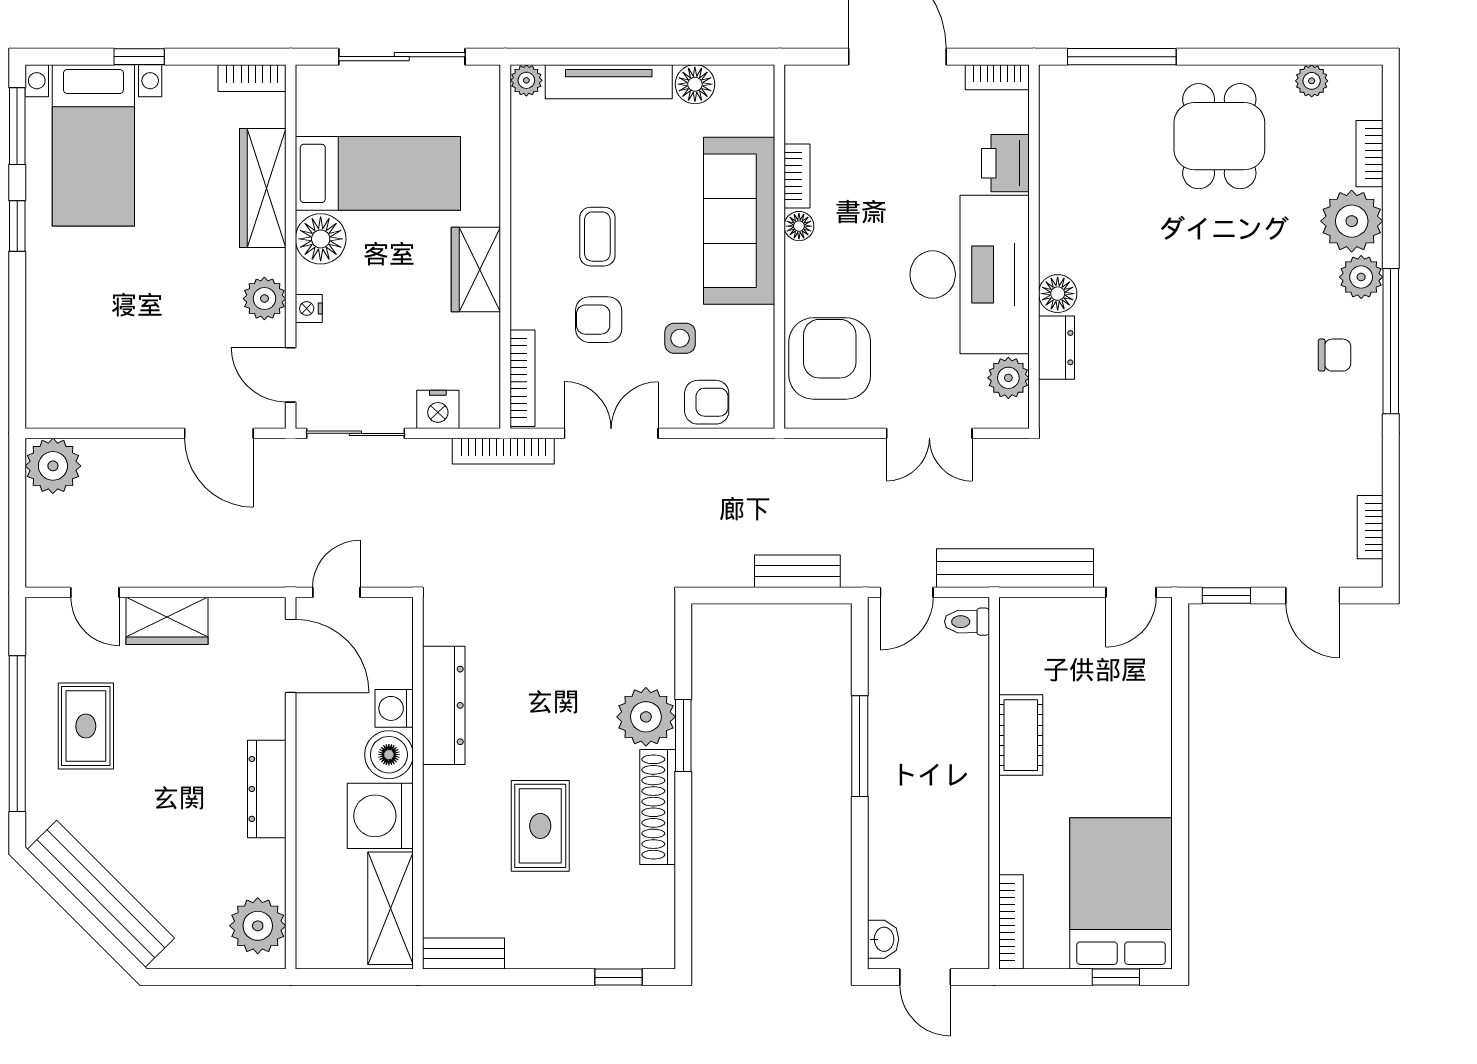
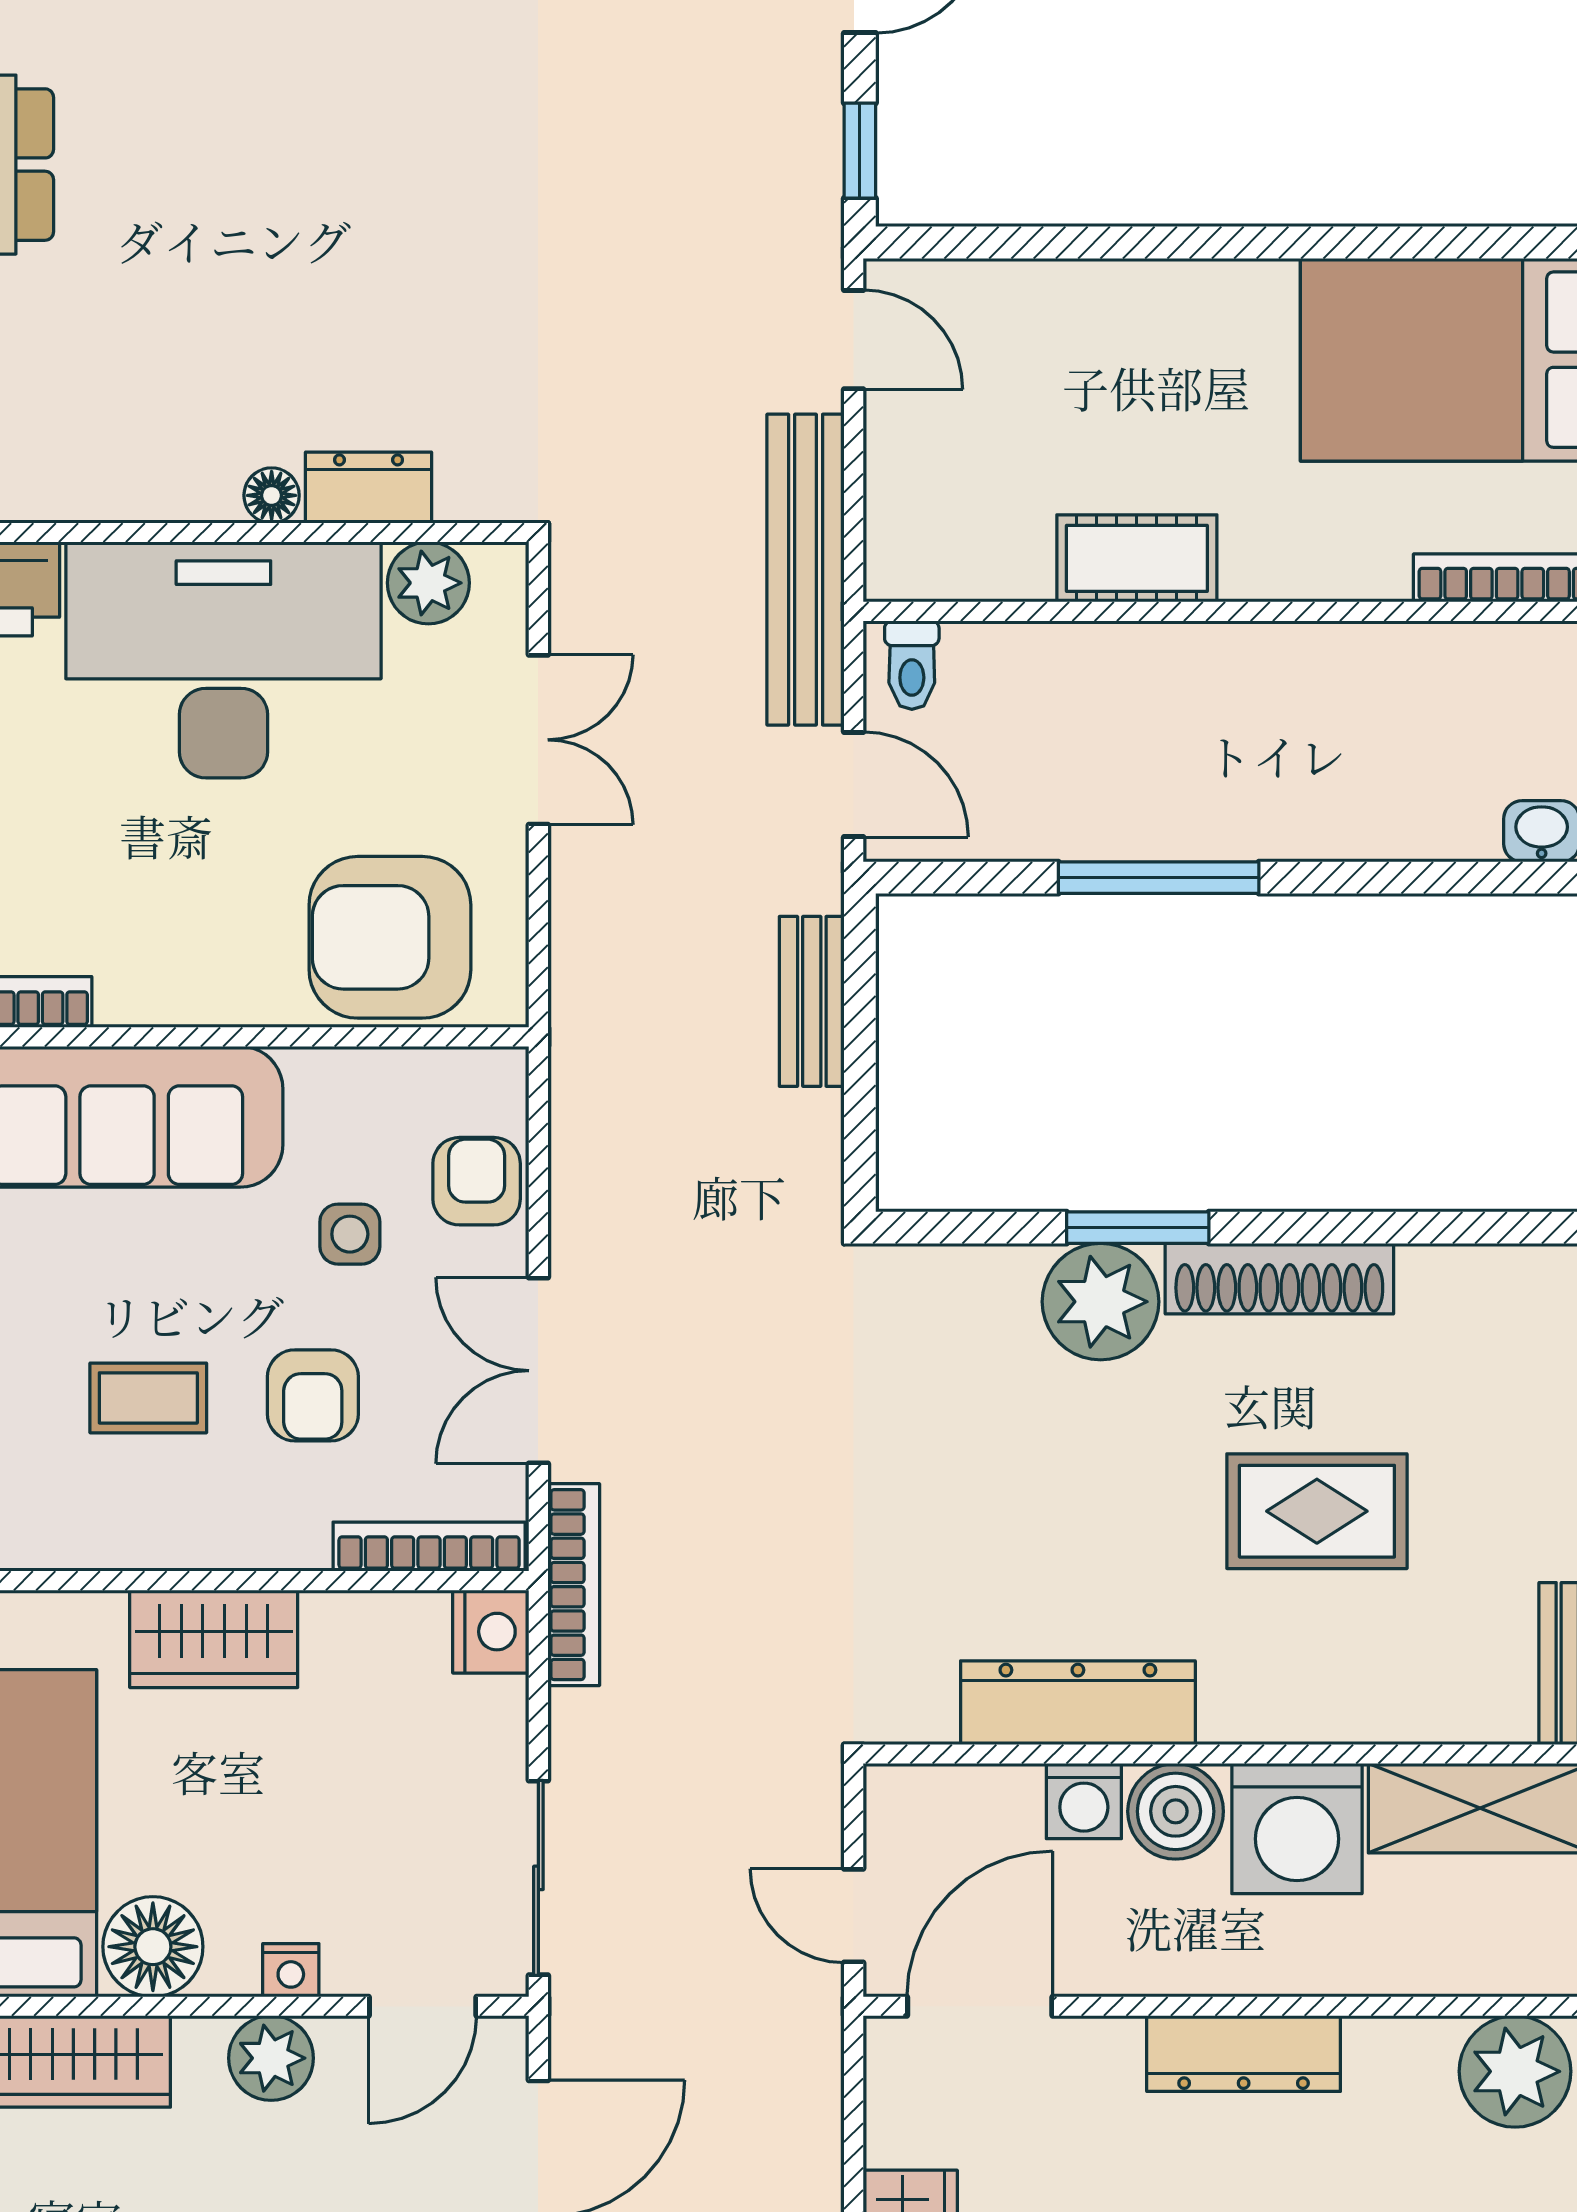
floor lamp: (799, 226) -> (127, 998), removed
floor lamp: (1058, 294) -> (272, 495), width x0.73, depth x0.73
nightstand: (438, 409) -> (491, 1632), moved

